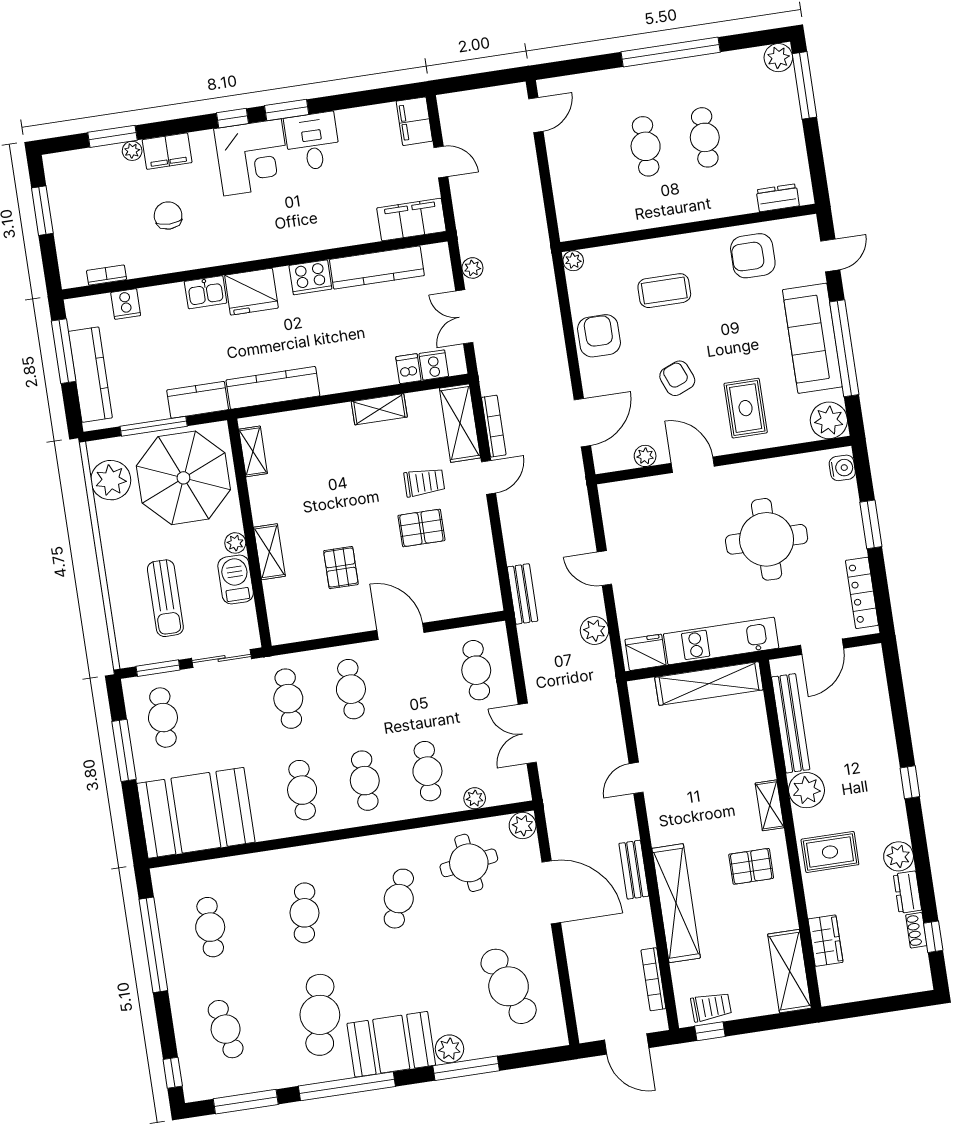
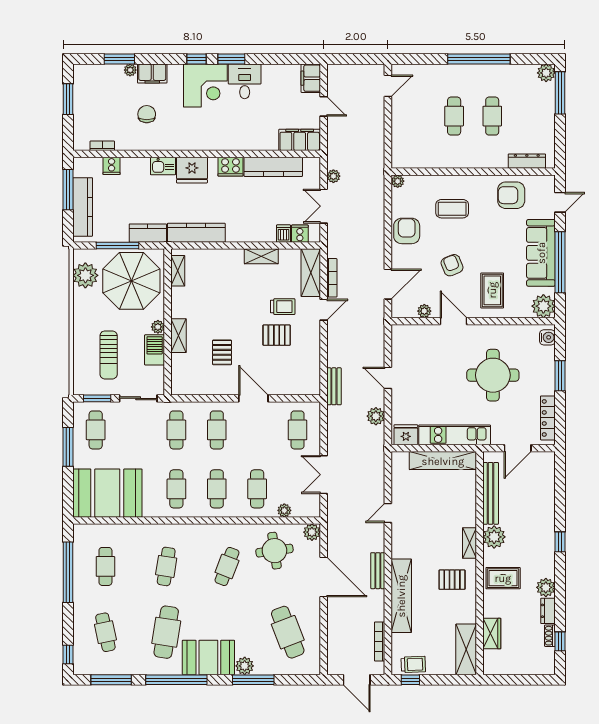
dresser: (778, 198) -> (527, 161), width x1.44

